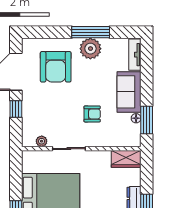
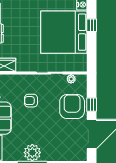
armchair: (56, 67) -> (72, 107), moved

